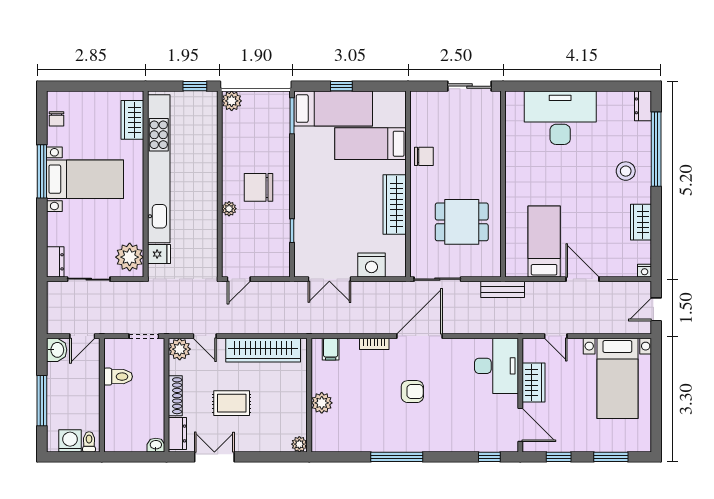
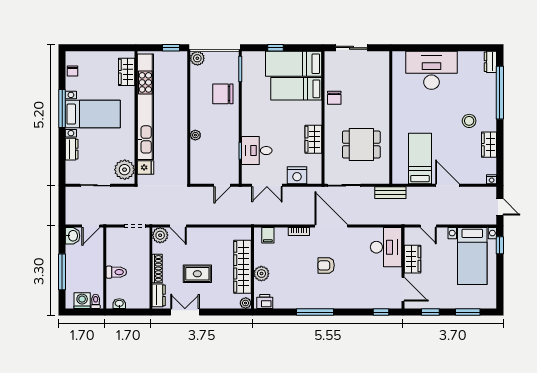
sliding door: (470, 86) -> (351, 48), moved
bed: (333, 109) -> (294, 64), moved, turned 180
chair: (424, 156) -> (334, 98), turned 90
stool: (626, 171) -> (469, 121), moved
chair: (259, 187) -> (223, 94), moved
wardrobe: (395, 205) -> (313, 139), width x0.67
desk: (315, 230) -> (257, 151), added
dresser: (55, 262) -> (72, 149), moved
door: (239, 279) -> (222, 185), moved
door: (656, 309) -> (500, 207), swing flipped
door: (420, 336) -> (331, 226), hinge flipped
wardrobe: (263, 350) -> (243, 267), moved, turned 90
window: (656, 363) -> (500, 245), added
toilet: (118, 377) -> (116, 272), moved
armchair: (412, 392) -> (326, 265), turned 180
printer: (326, 442) -> (265, 301), added
washbasin: (156, 445) -> (119, 304), moved

